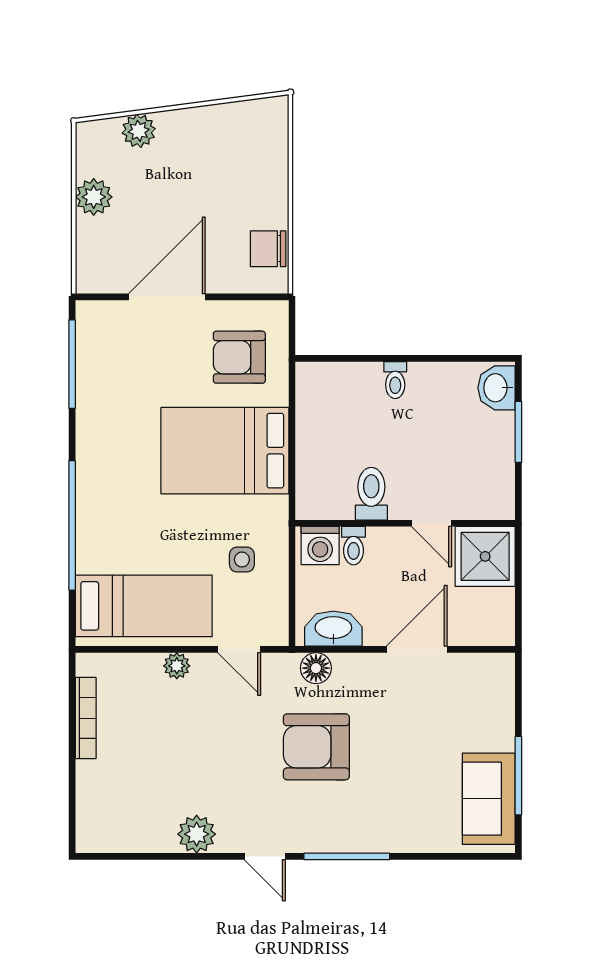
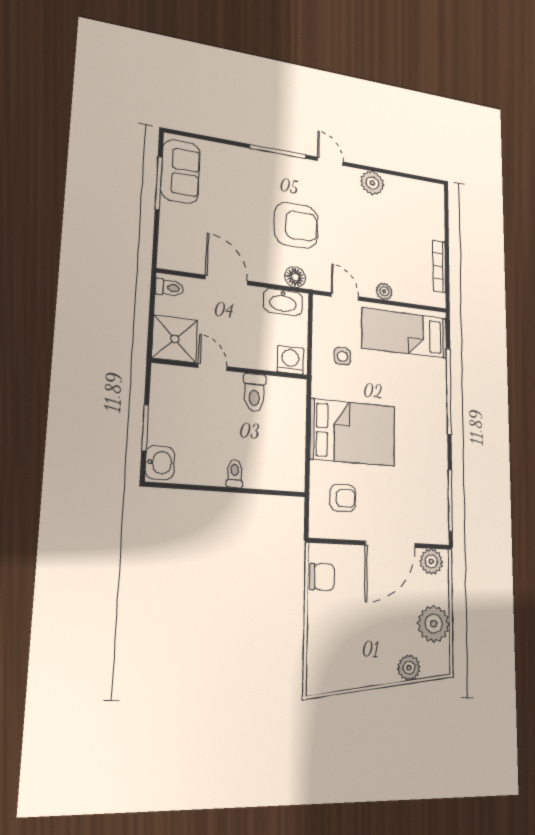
plant: (94, 197) -> (434, 624), width x1.36, depth x1.36
plant: (103, 276) -> (431, 561), added
armchair: (239, 357) -> (343, 498), width x0.72, depth x0.72
toilet: (353, 546) -> (169, 288), moved, turned 90
door: (417, 649) -> (226, 280), swing flipped

